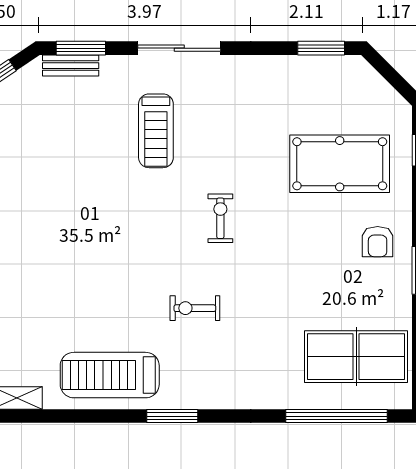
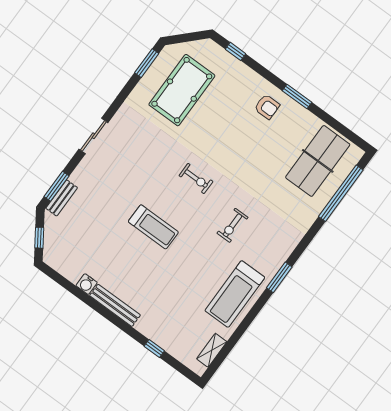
sliding door: (179, 48) -> (93, 136), width x0.73
treadmill: (156, 131) -> (153, 227), moved
pool table: (340, 164) -> (182, 90), moved
exercise bike: (220, 218) -> (196, 179), turned 180

